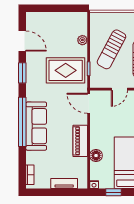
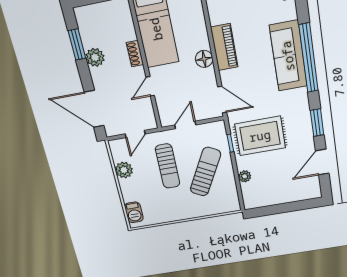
door: (22, 41) -> (322, 162), hinge flipped
floor lamp: (96, 156) -> (204, 59), moved

